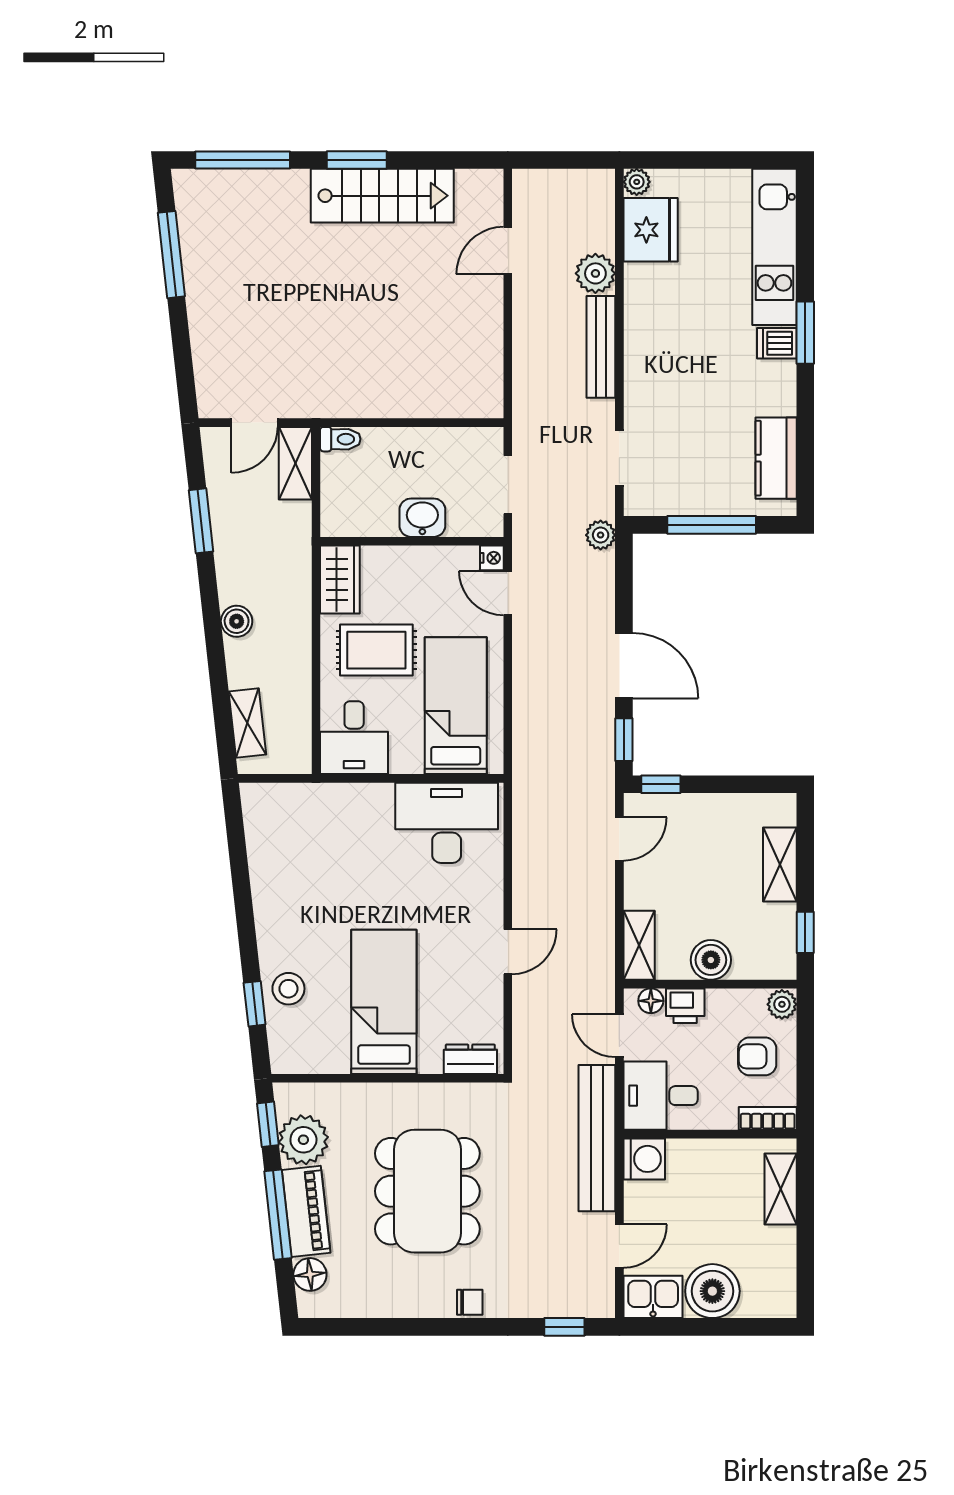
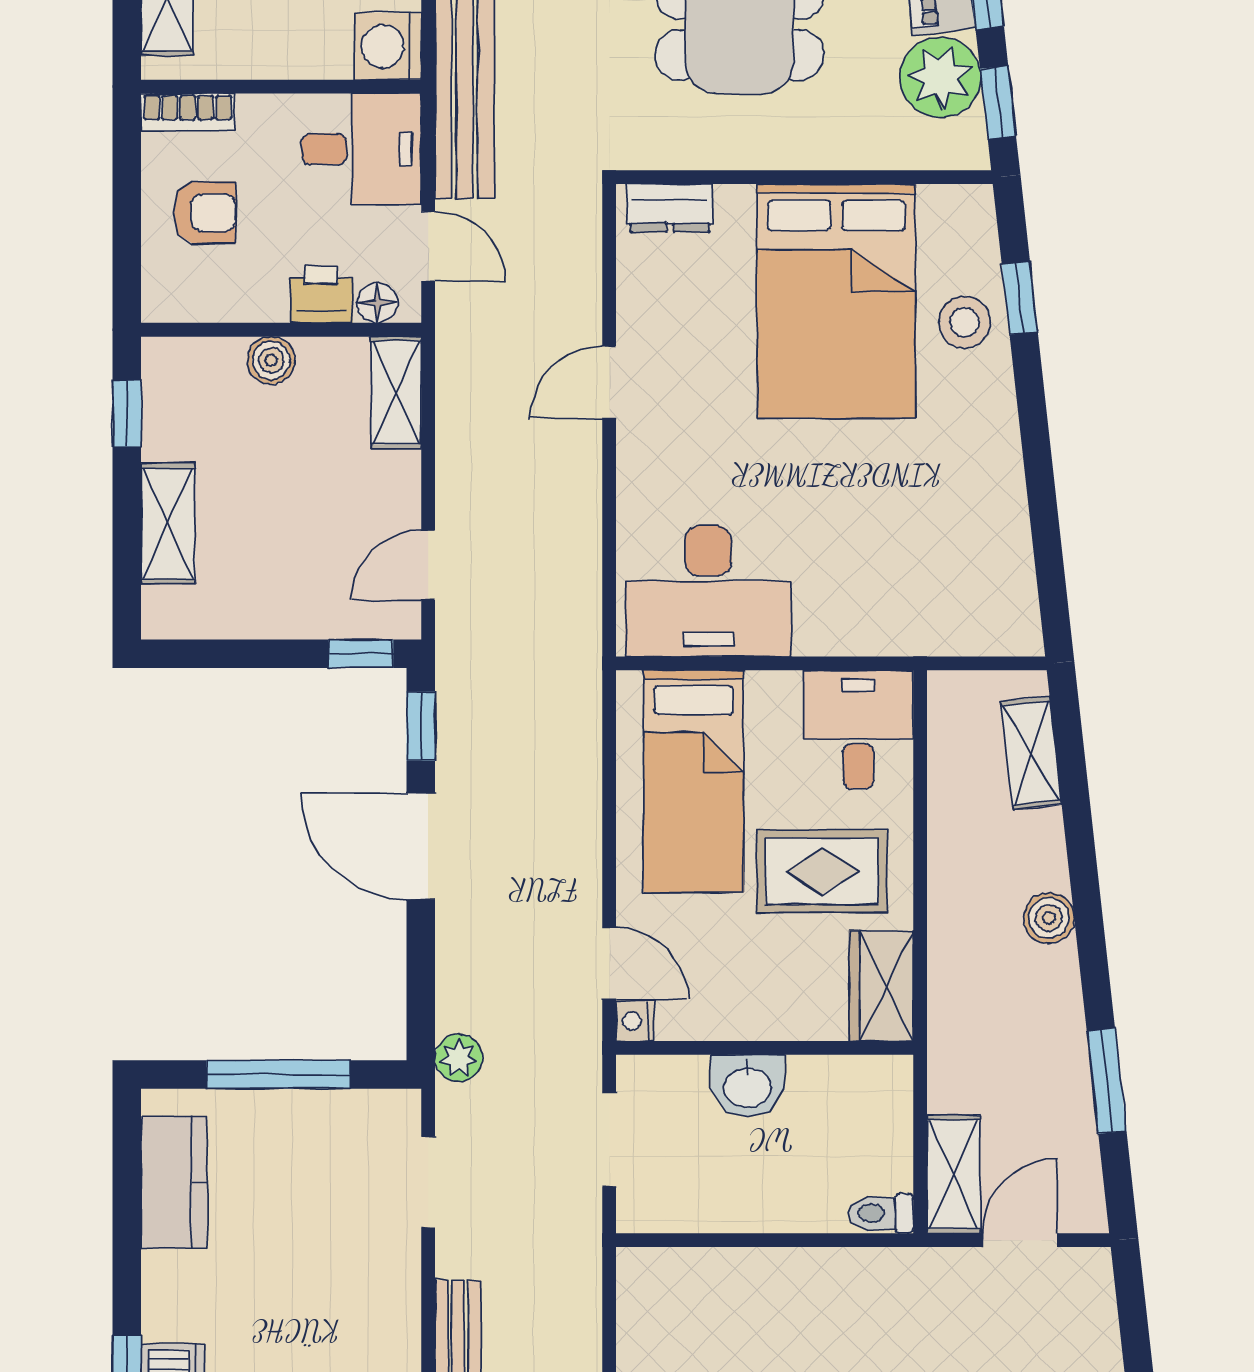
boiler: (711, 960) -> (271, 360), width x0.73, depth x0.73
bed: (384, 1002) -> (836, 301), width x1.50
plant: (782, 1004) -> (165, 297), removed

